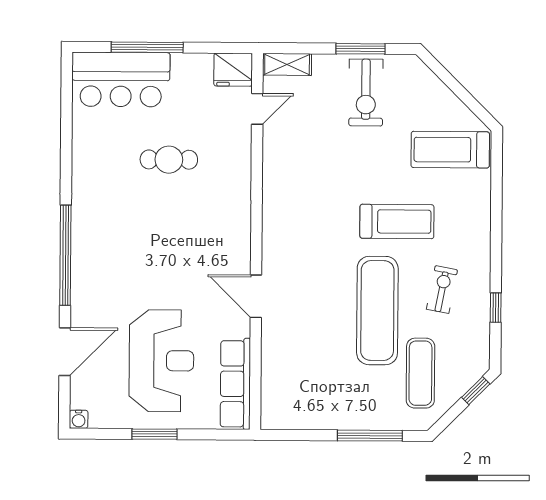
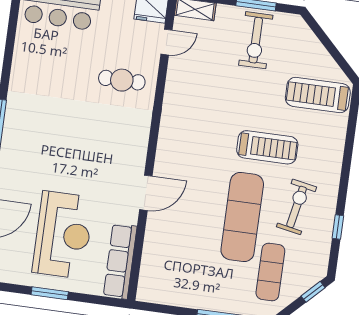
cafe table: (169, 160) -> (122, 80), moved
exercise bike: (442, 290) -> (297, 207), width x1.38, depth x1.39
door: (256, 296) -> (146, 193), swing flipped

